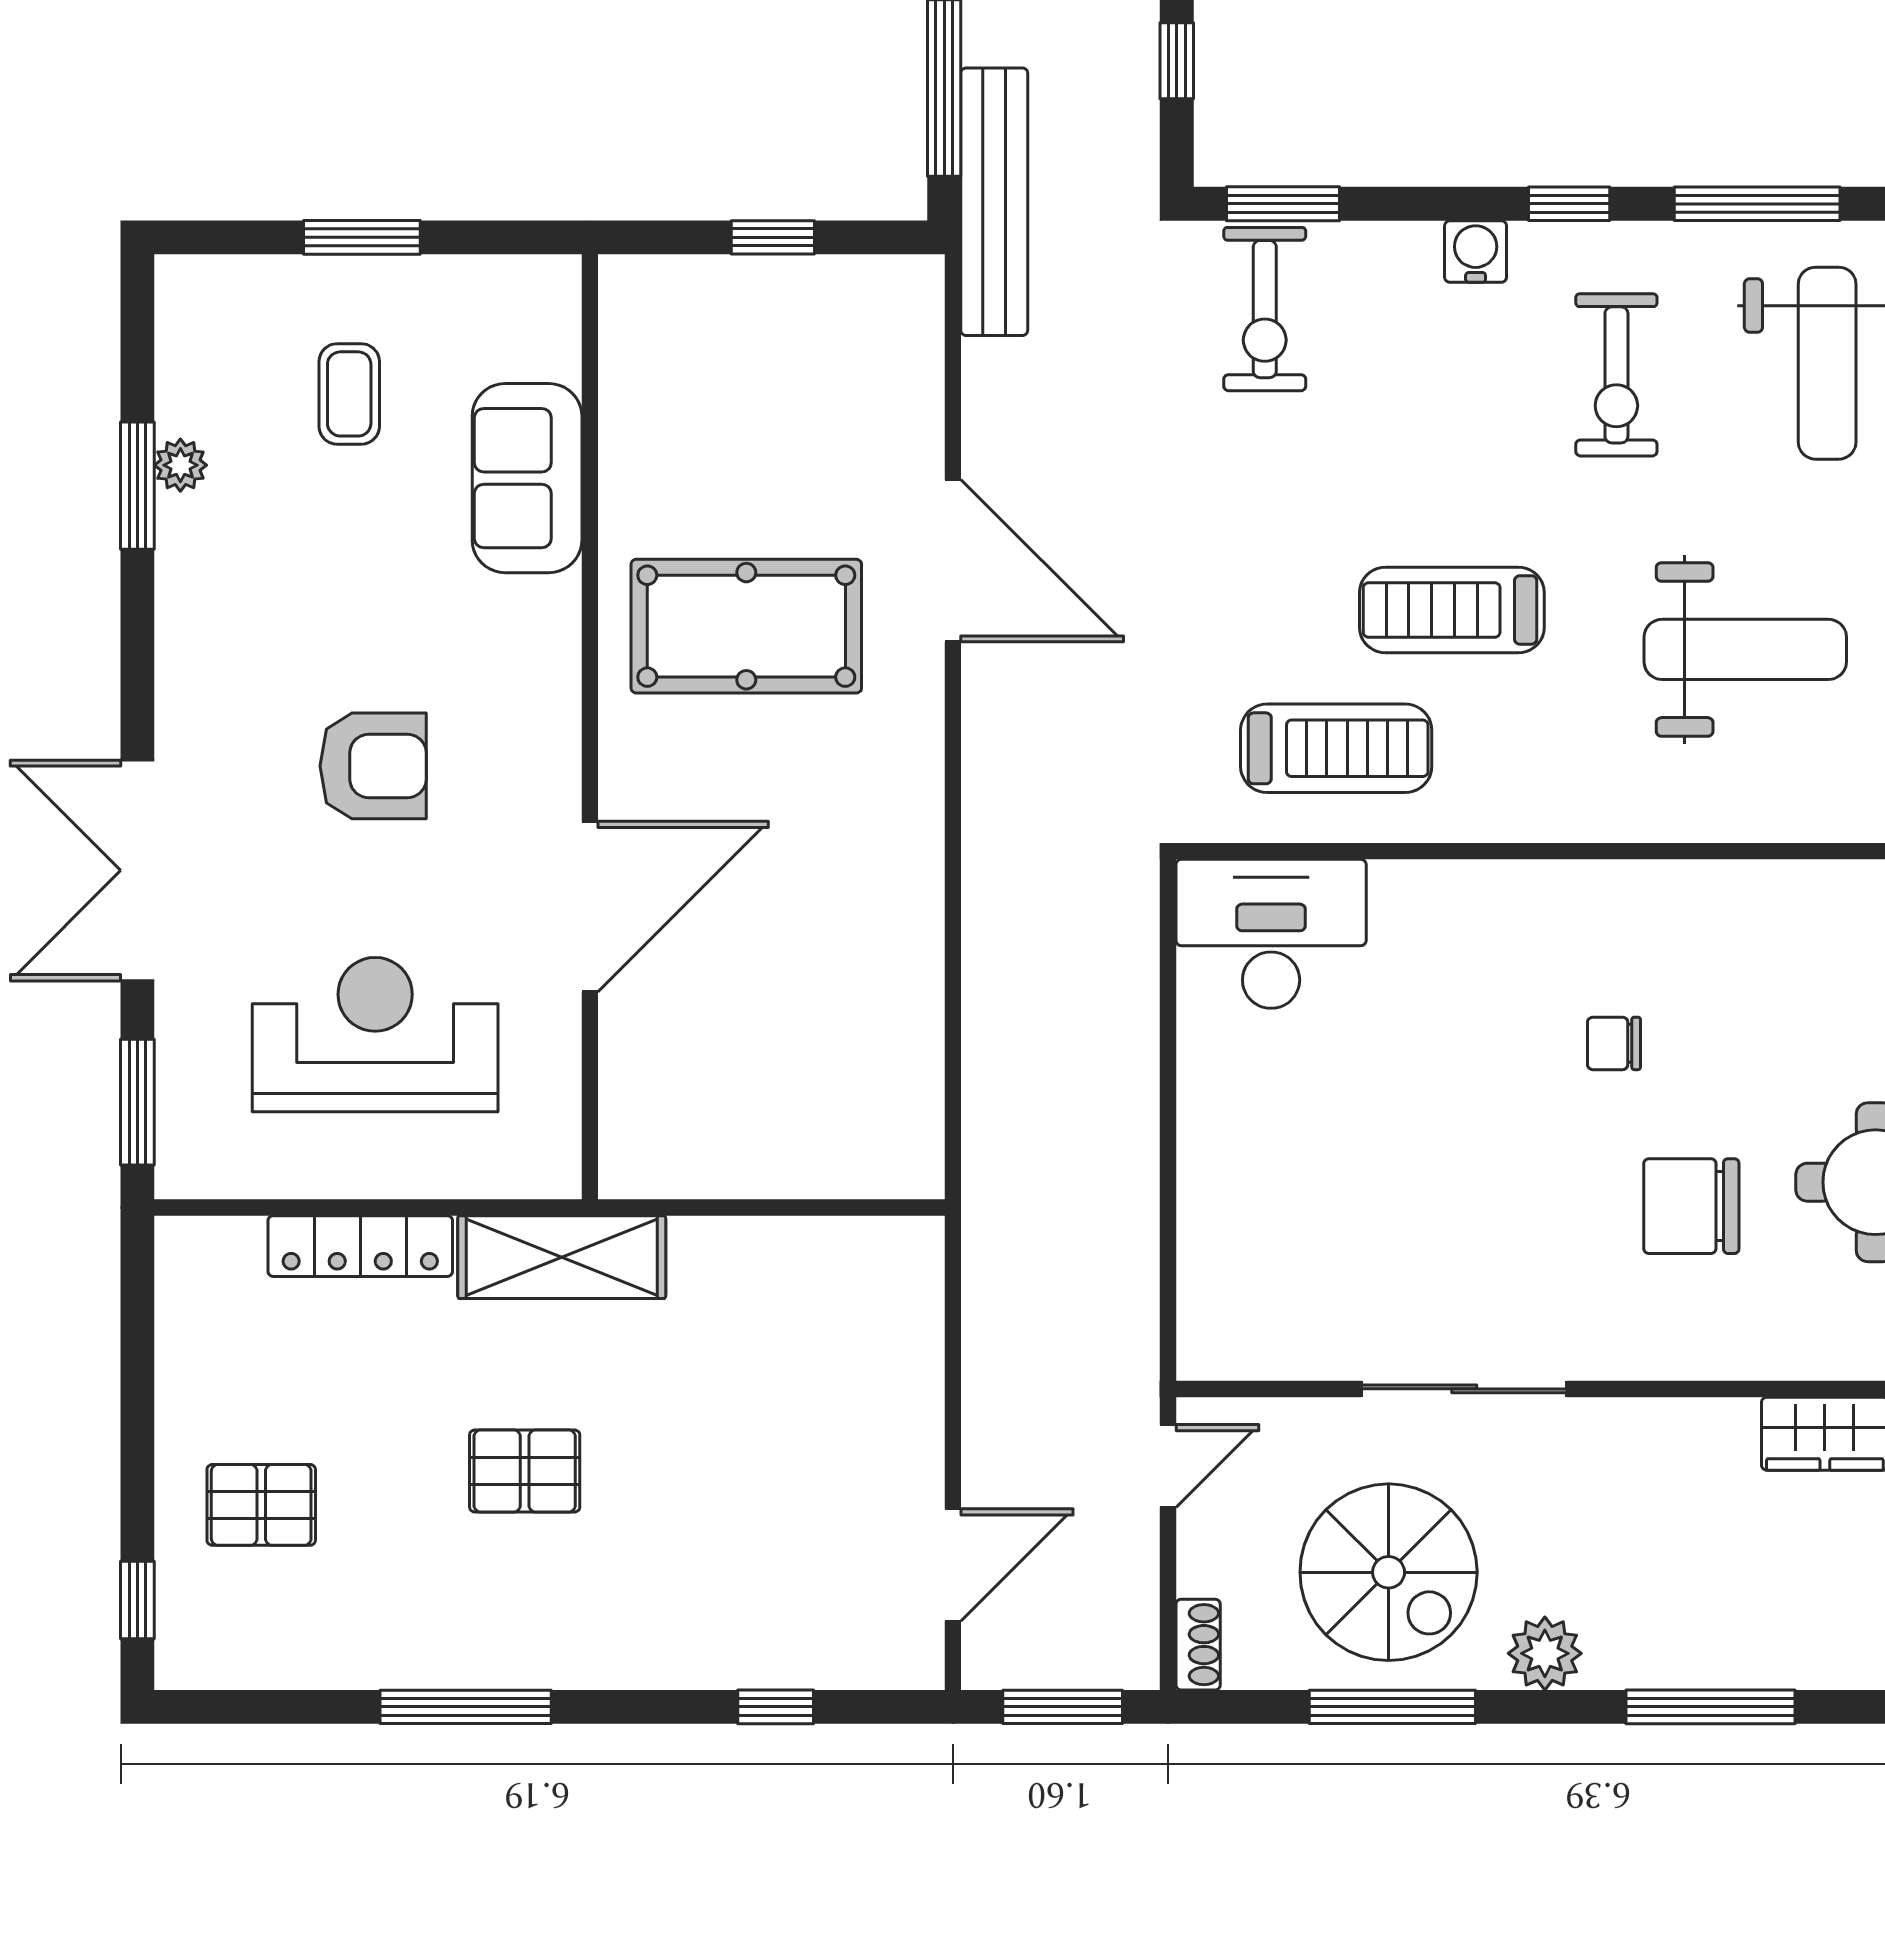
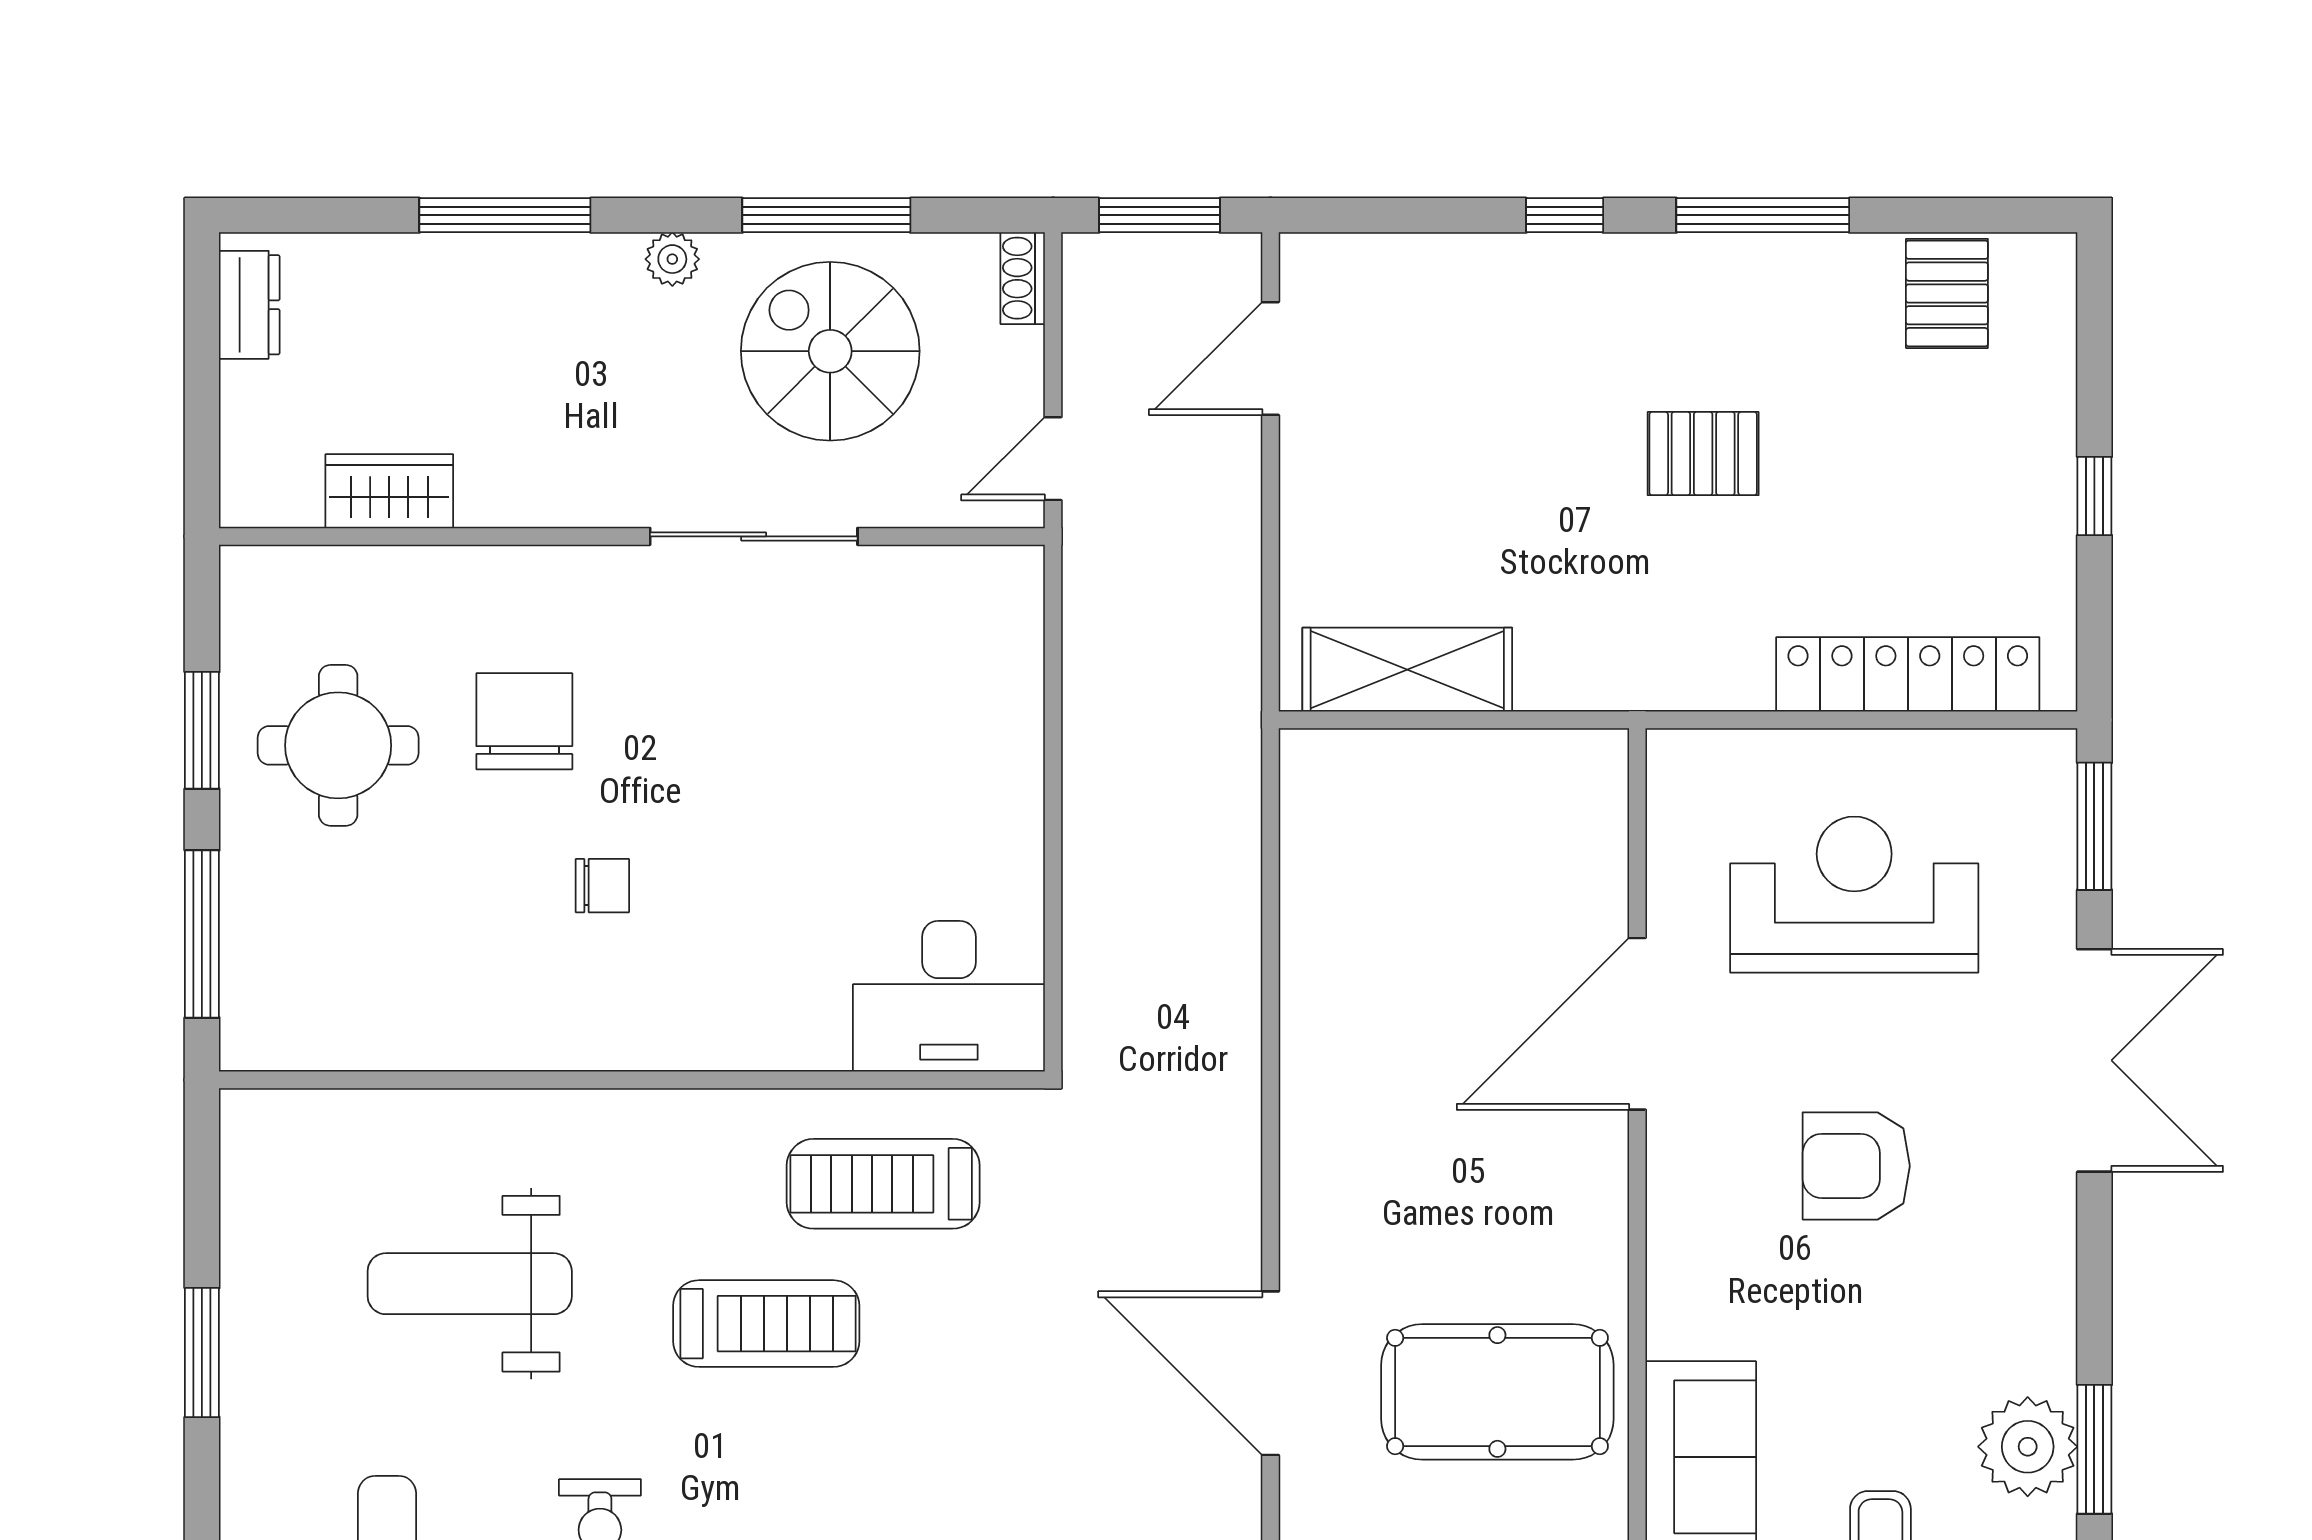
plant: (180, 465) -> (2028, 1447), width x1.87, depth x1.87
pool table: (746, 626) -> (1497, 1392), moved
reception desk: (375, 1035) -> (1854, 895), turned 180
chair: (1691, 1206) -> (524, 721), turned -90
locker: (360, 1246) -> (1908, 674), width x1.41, depth x1.21
shelving: (562, 1257) -> (1407, 670), moved
pallet: (261, 1505) -> (1947, 293), moved, turned 90
window: (137, 1600) -> (2094, 496), moved
plant: (1545, 1653) -> (672, 259), width x0.73, depth x0.73
window: (776, 1707) -> (1565, 215), moved

